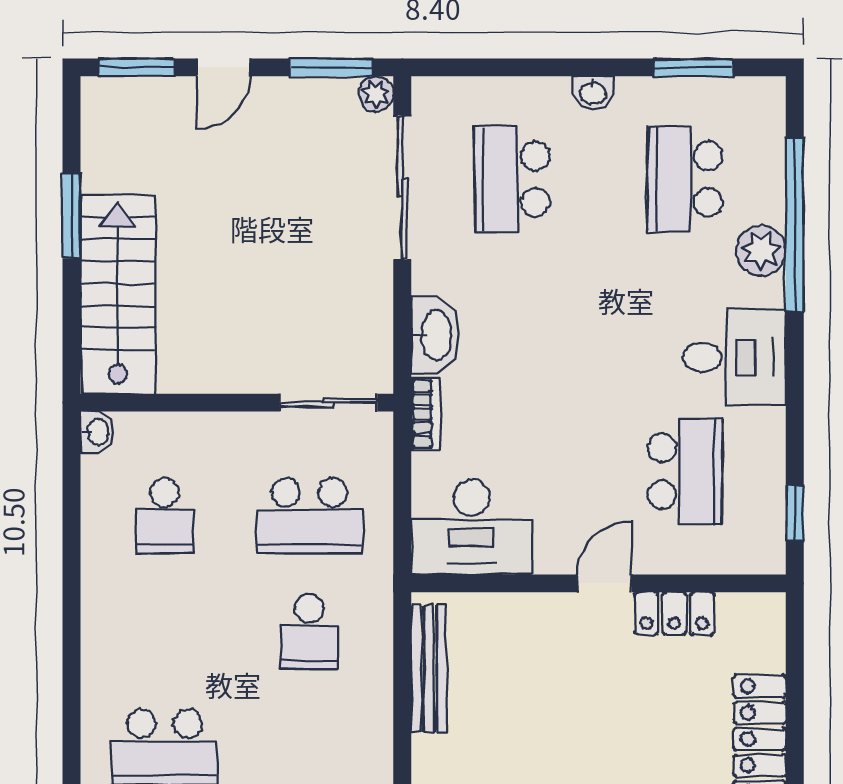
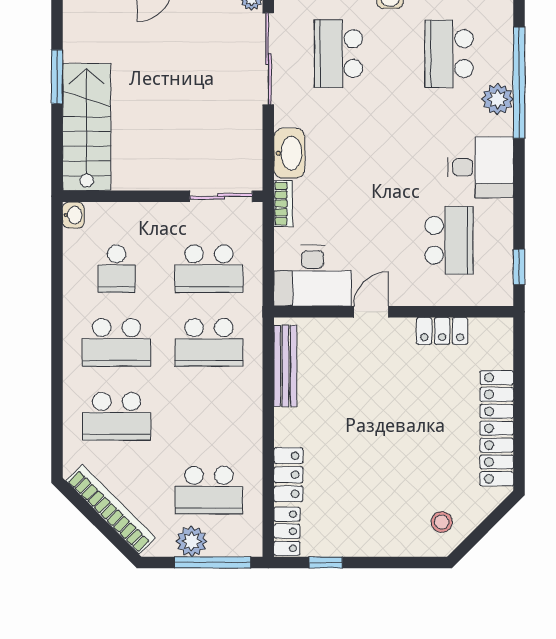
door: (604, 583) -> (371, 312), moved
school desk: (165, 631) -> (117, 342), added
school desk: (309, 631) -> (209, 342), width x1.85

